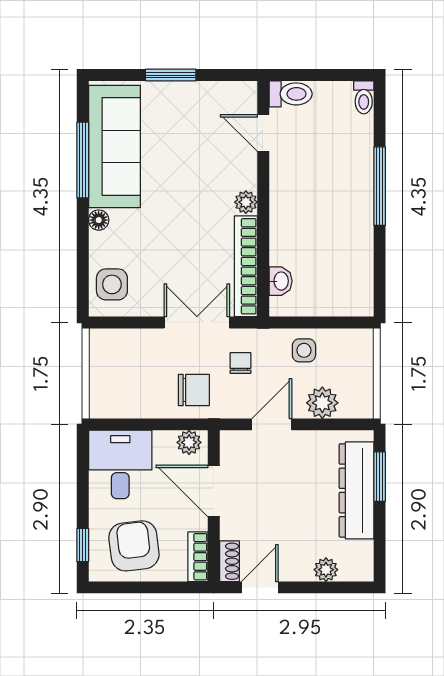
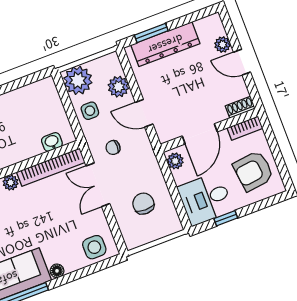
plant: (352, 350) -> (78, 80), added
chair: (194, 390) -> (143, 204), moved
window: (83, 545) -> (226, 218), moved
door: (260, 587) -> (242, 62), moved

